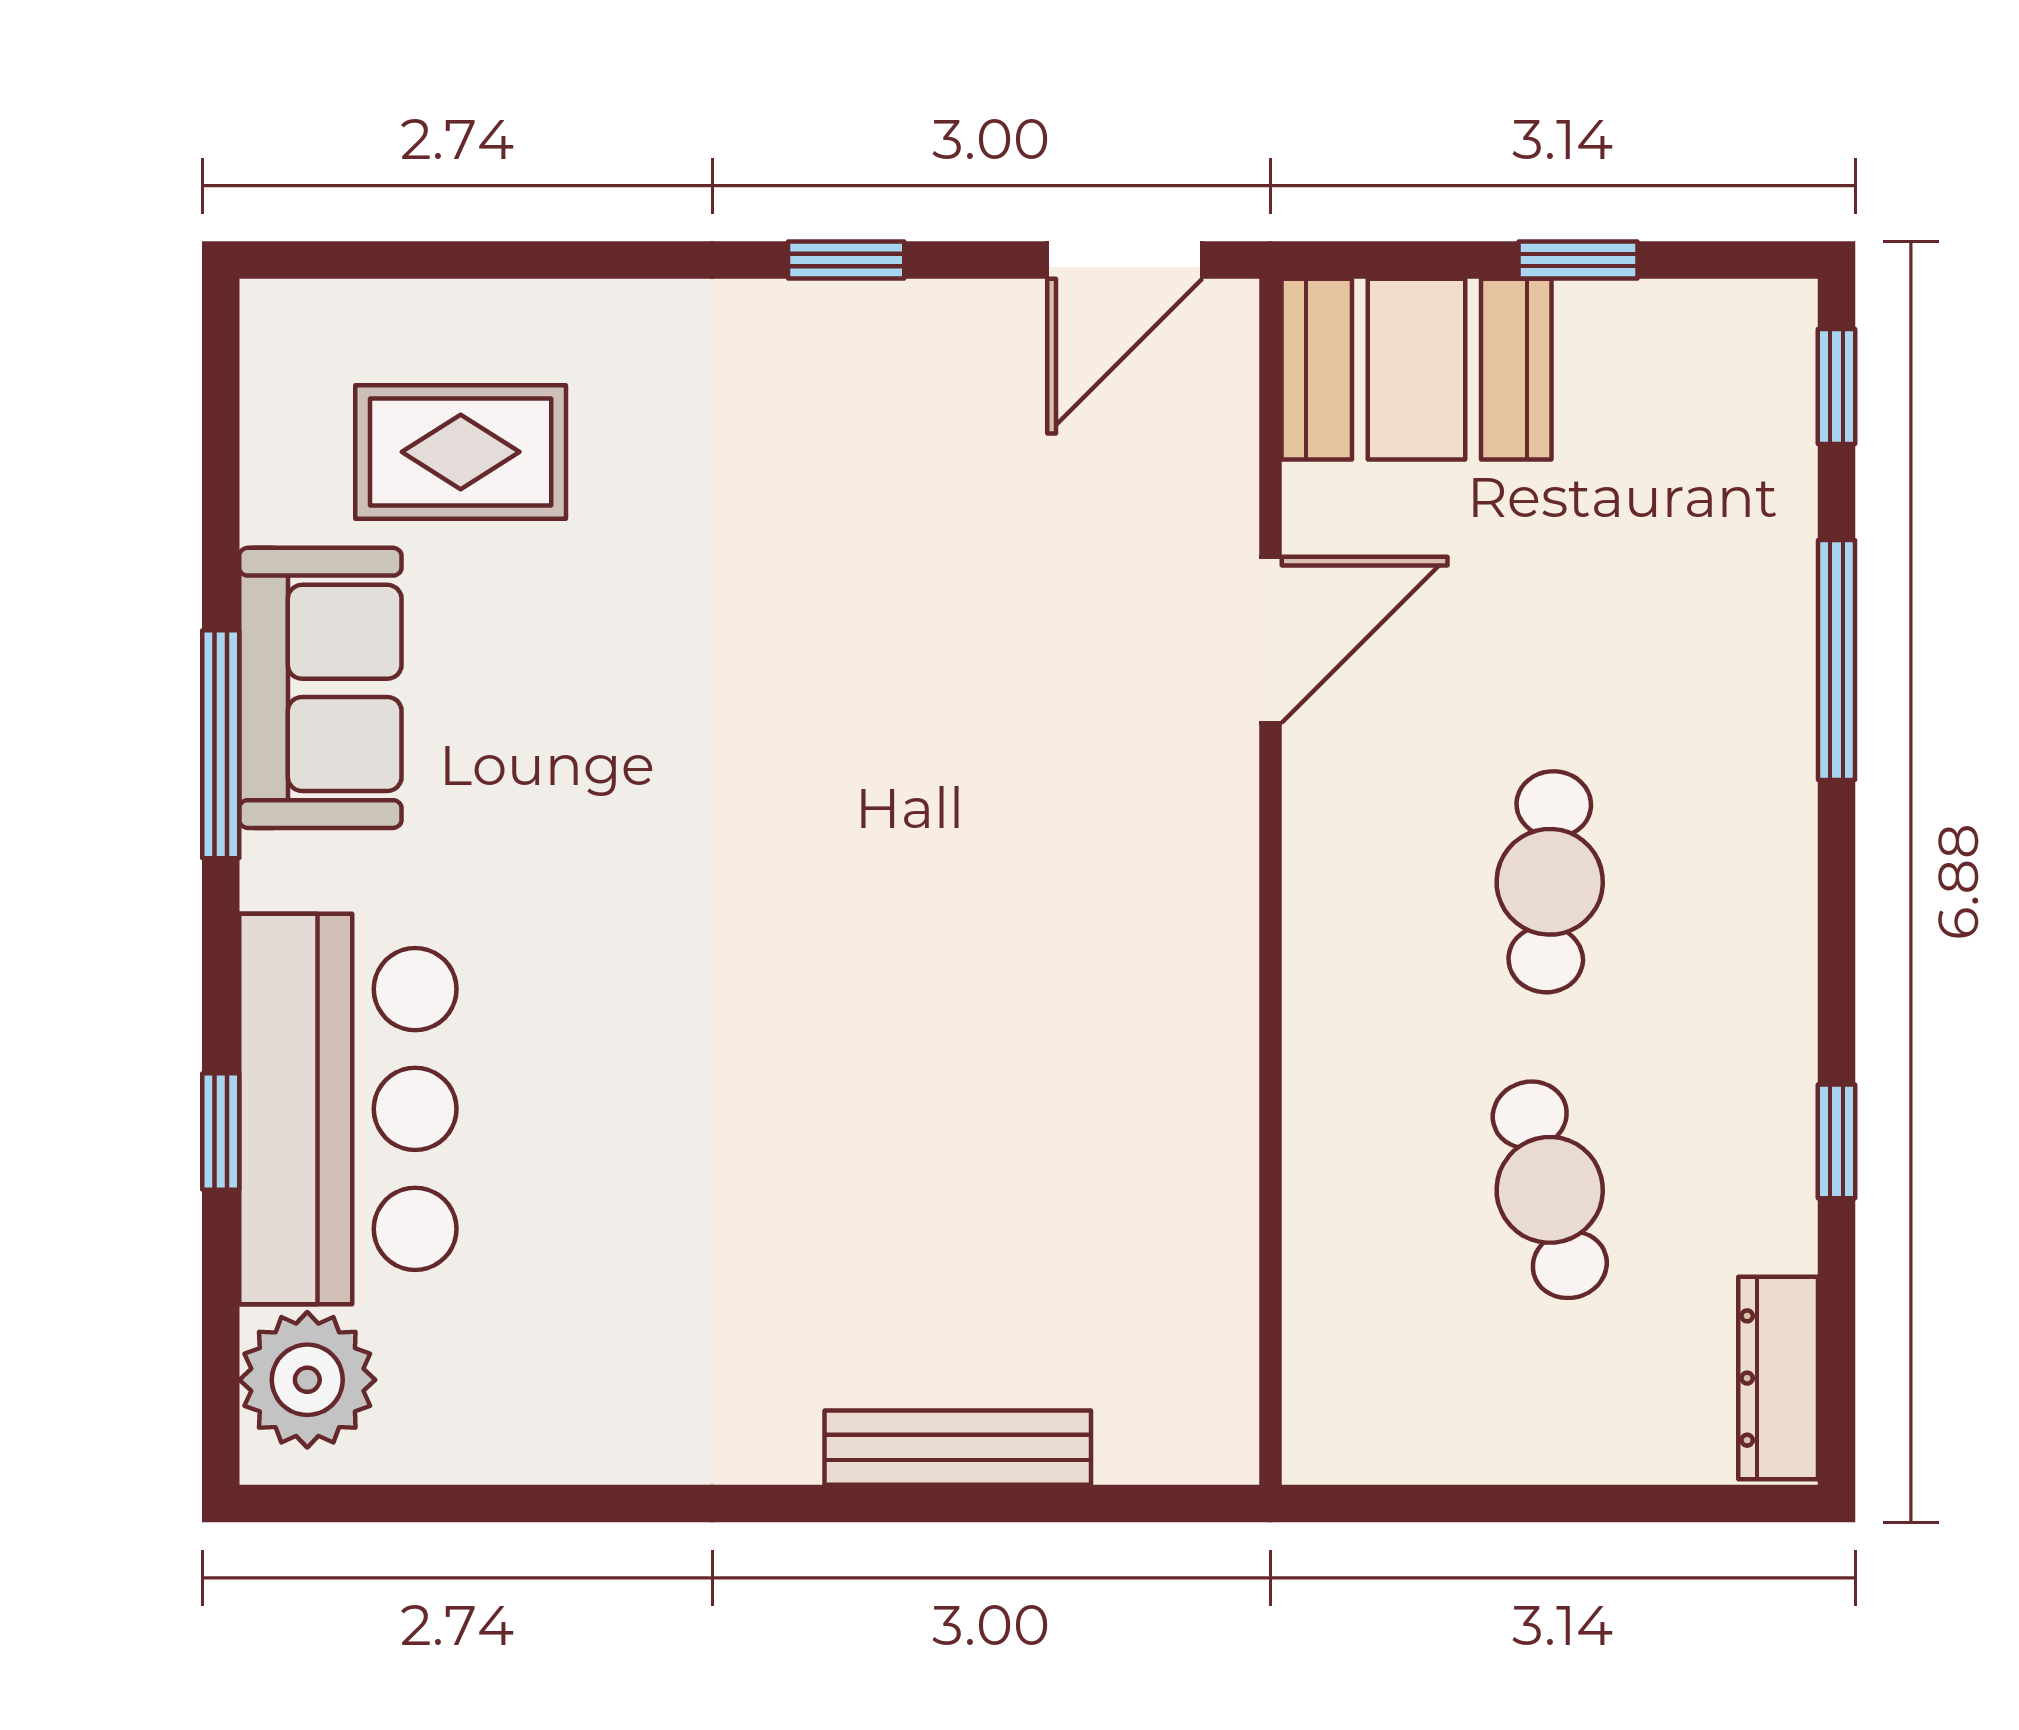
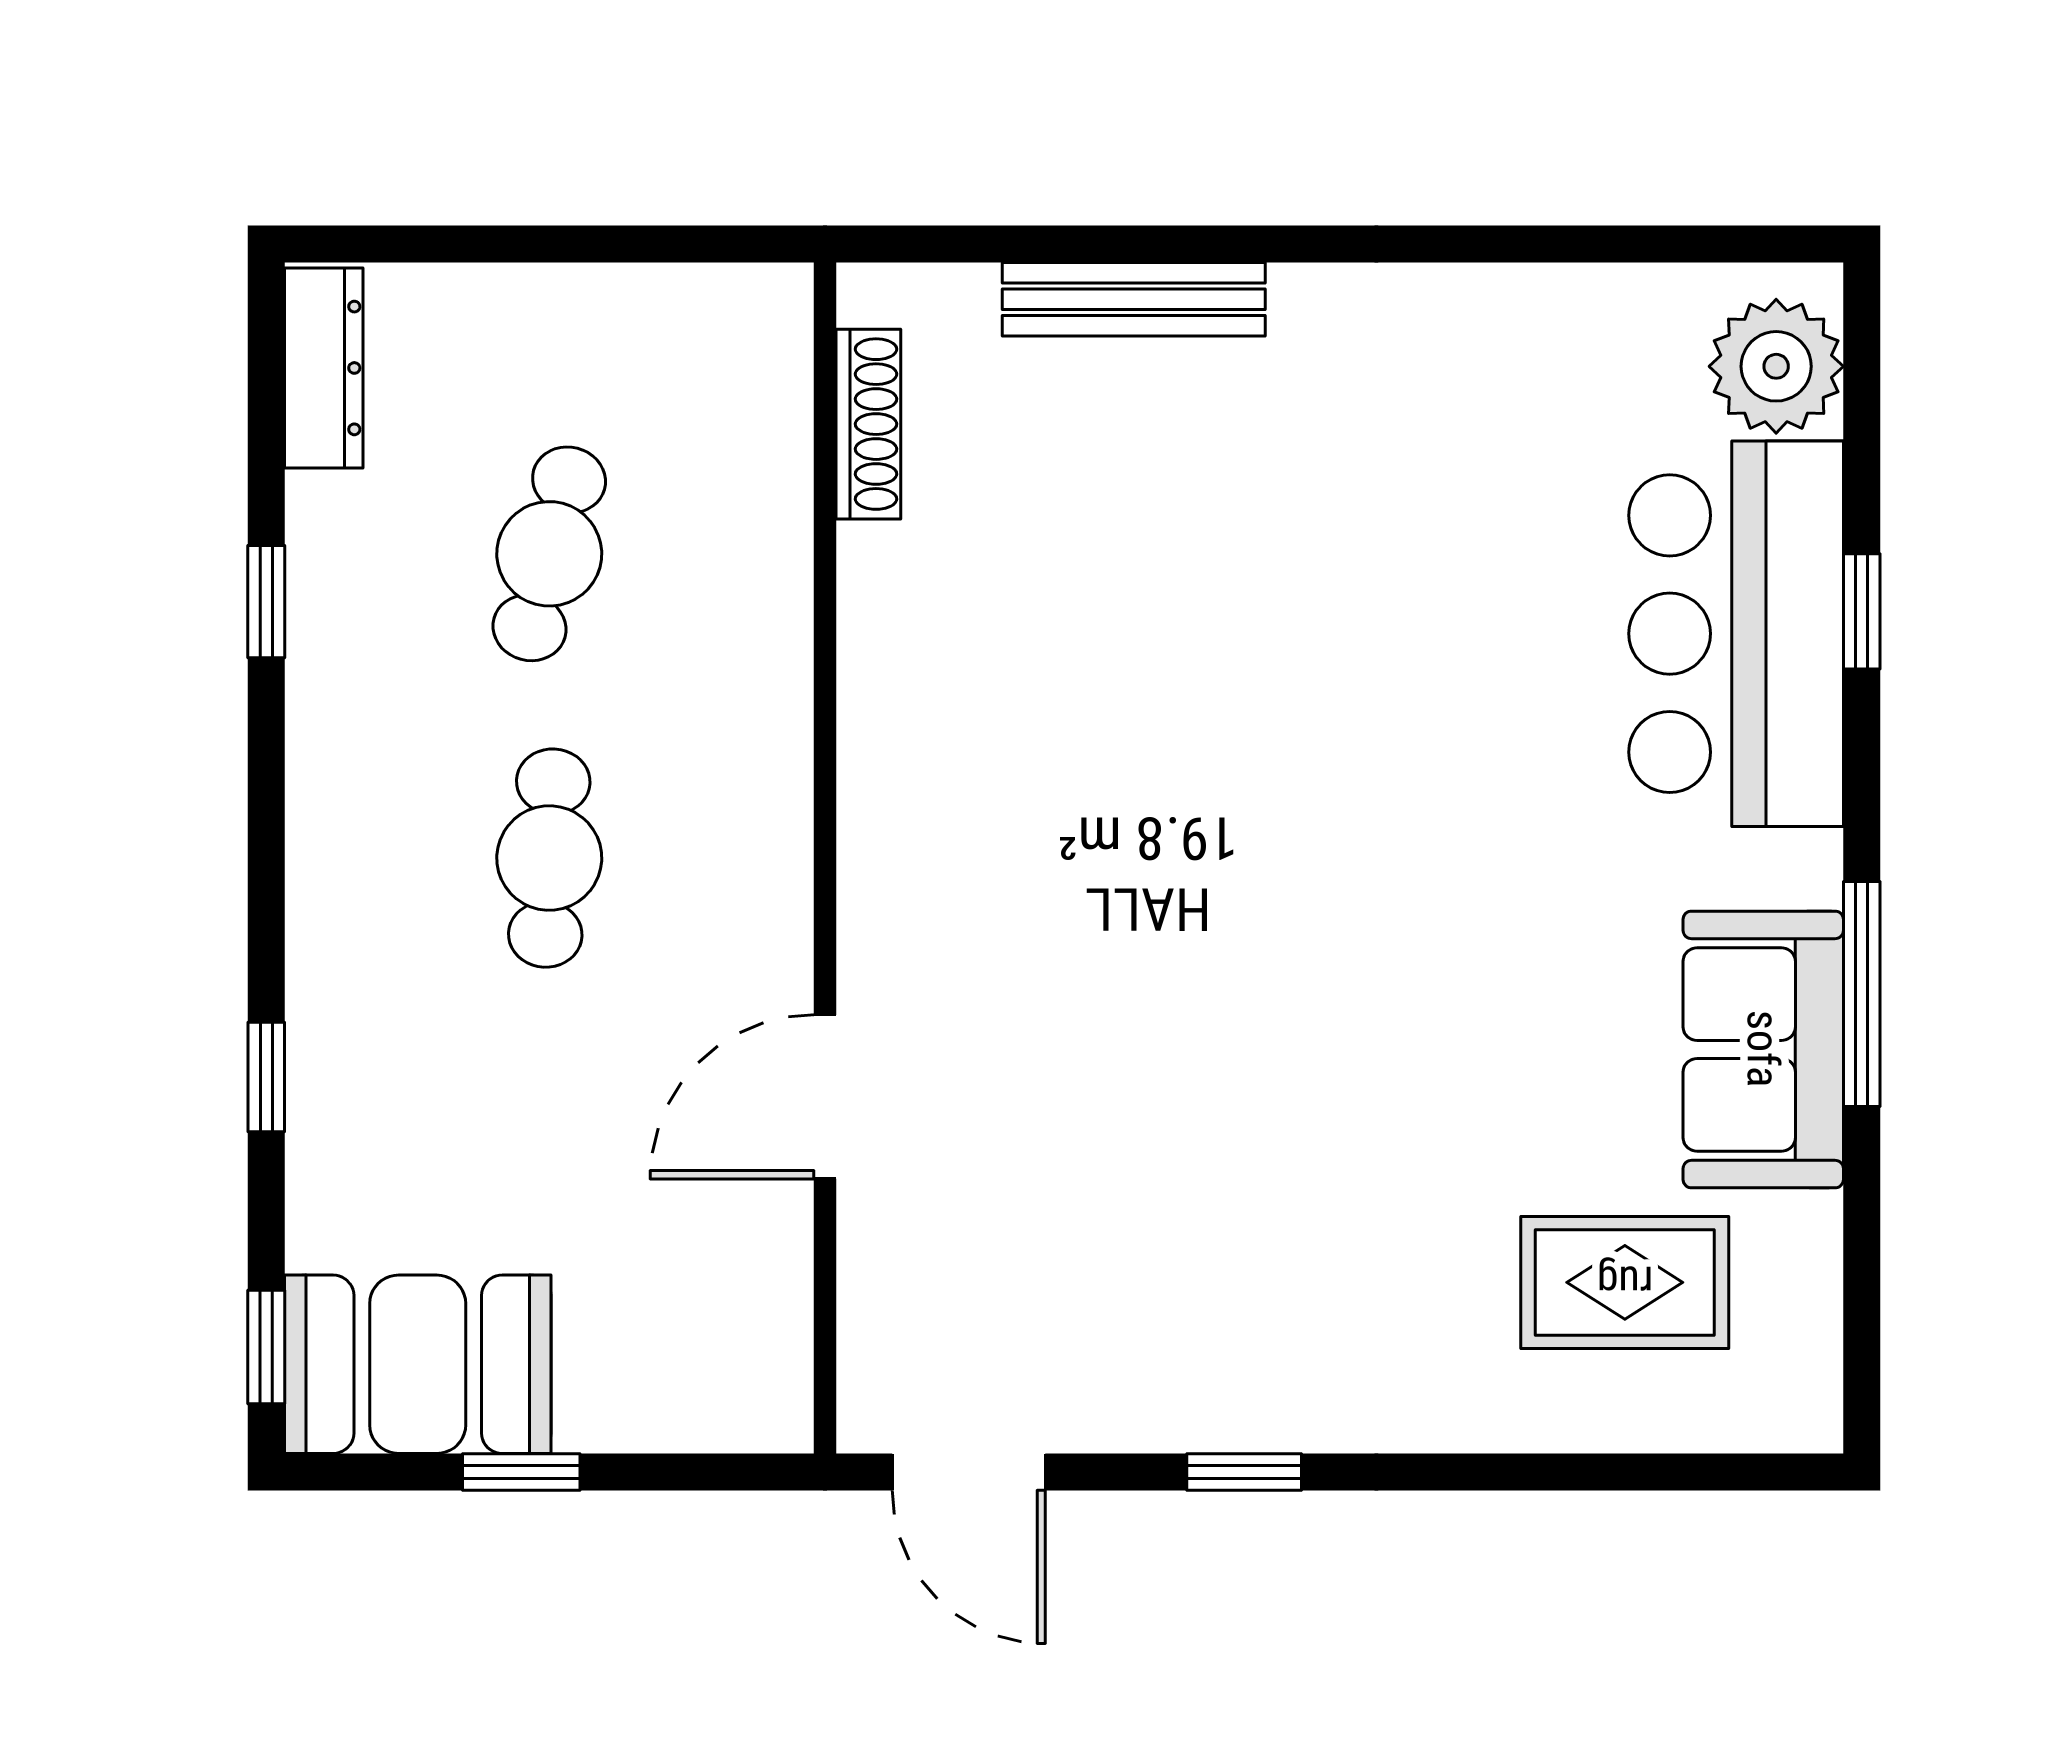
door: (1125, 260) -> (969, 1472), swing flipped
booth: (1417, 369) -> (418, 1364), moved
window: (1836, 660) -> (266, 1077), width x0.46
cafe table: (1550, 1190) -> (549, 554), turned 30
shoe rack: (1227, 1321) -> (868, 424), added

